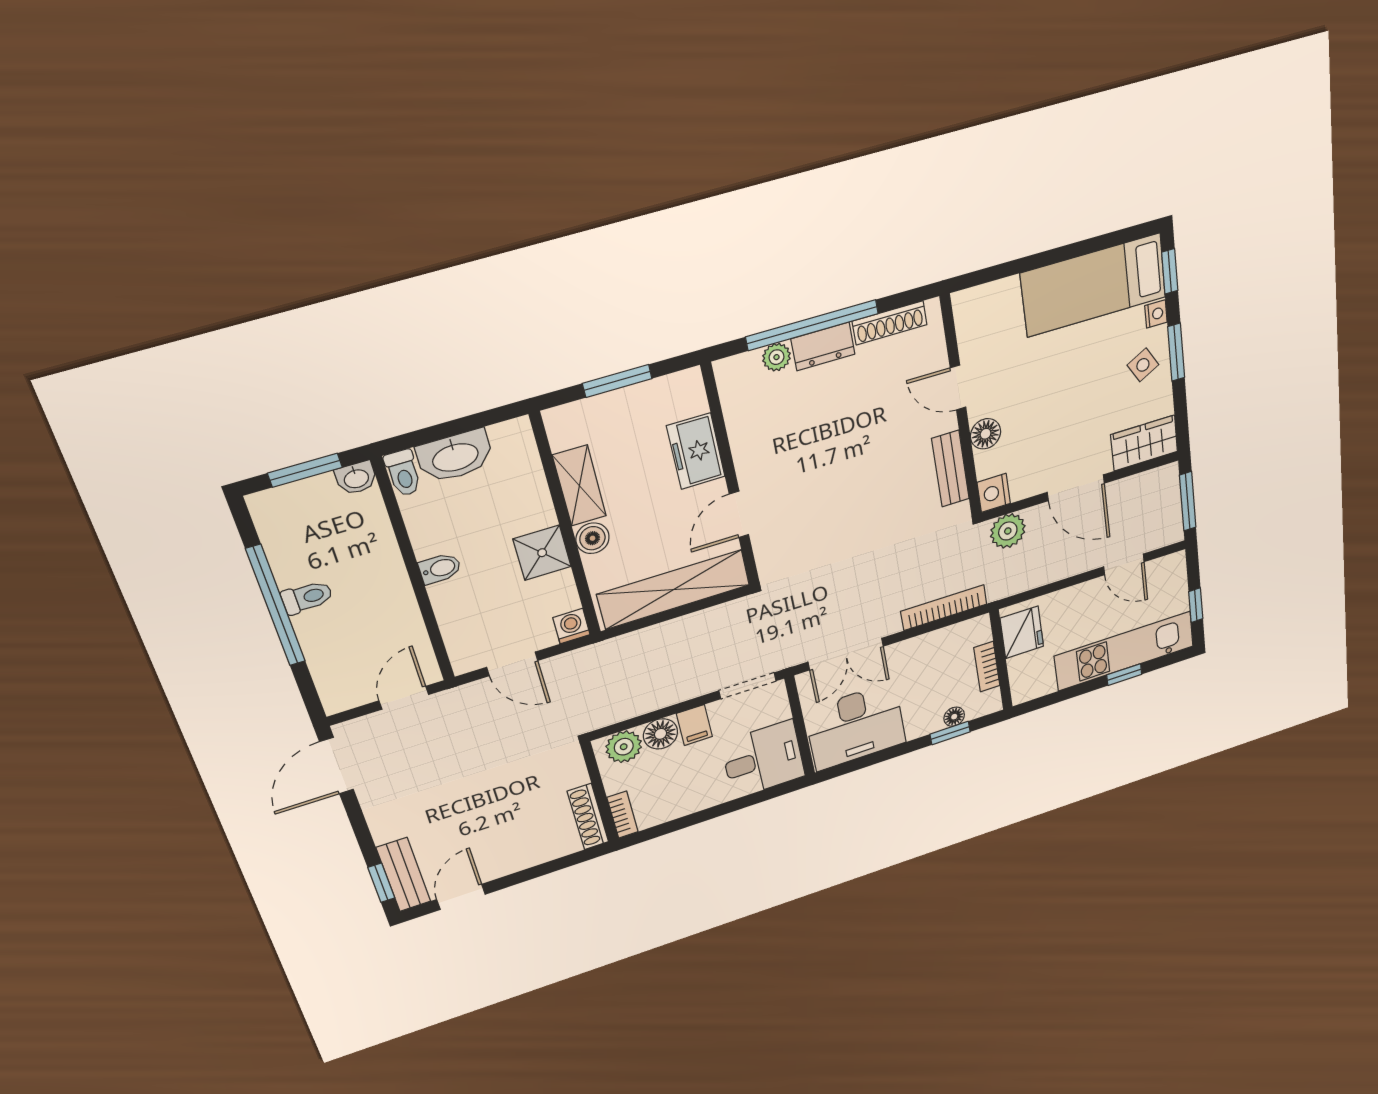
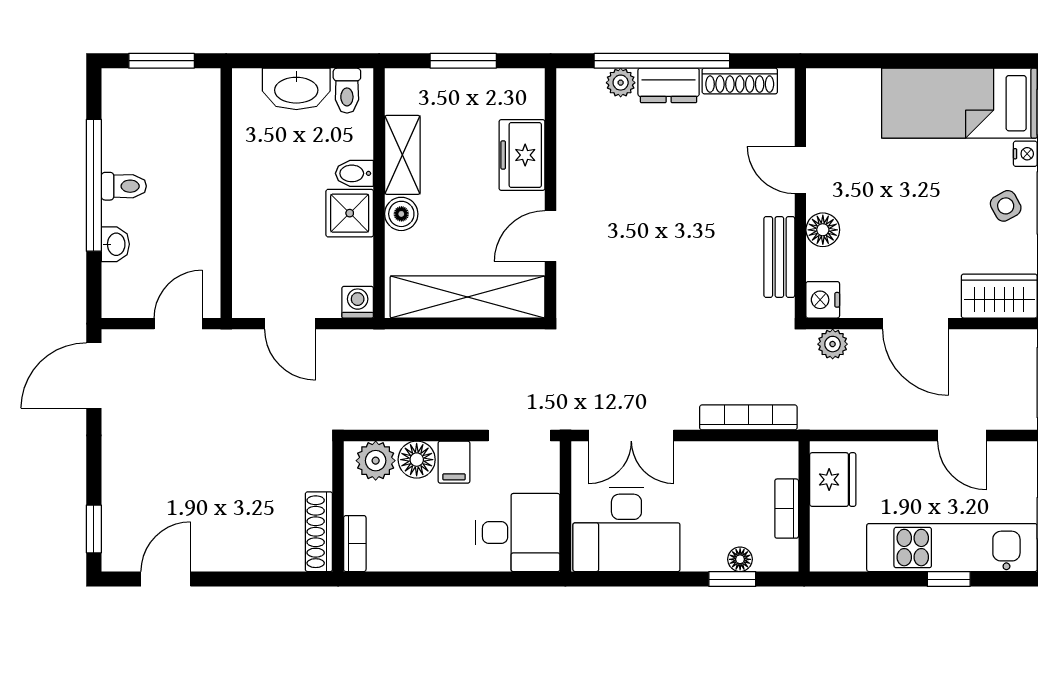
toilet: (403, 473) -> (347, 91), moved
washbasin: (356, 478) -> (115, 244), moved, turned -90
plant: (1008, 531) -> (833, 344), width x0.73, depth x0.73
bidet: (440, 568) -> (354, 173), moved, turned 180
bench: (404, 875) -> (118, 528), removed

